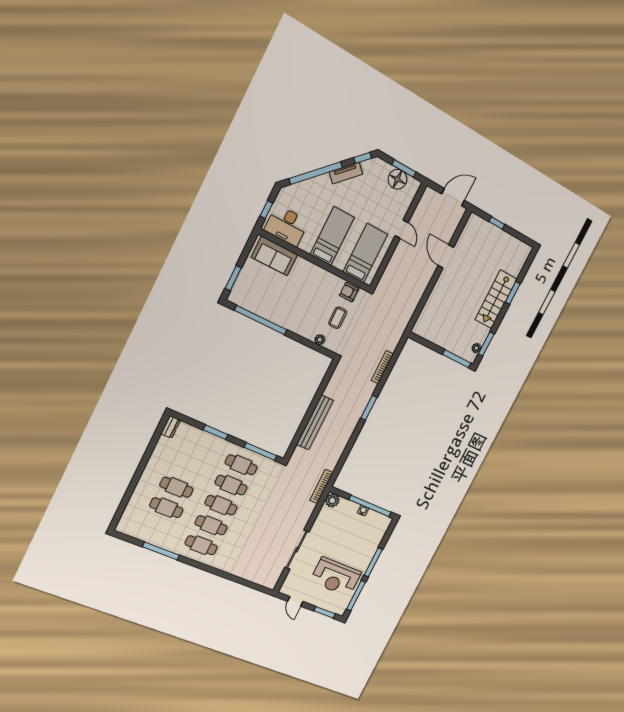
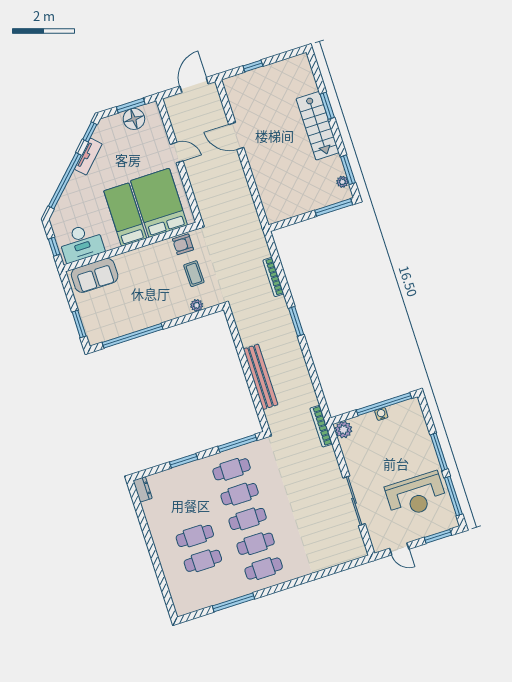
bed: (365, 253) -> (159, 203), width x1.50

